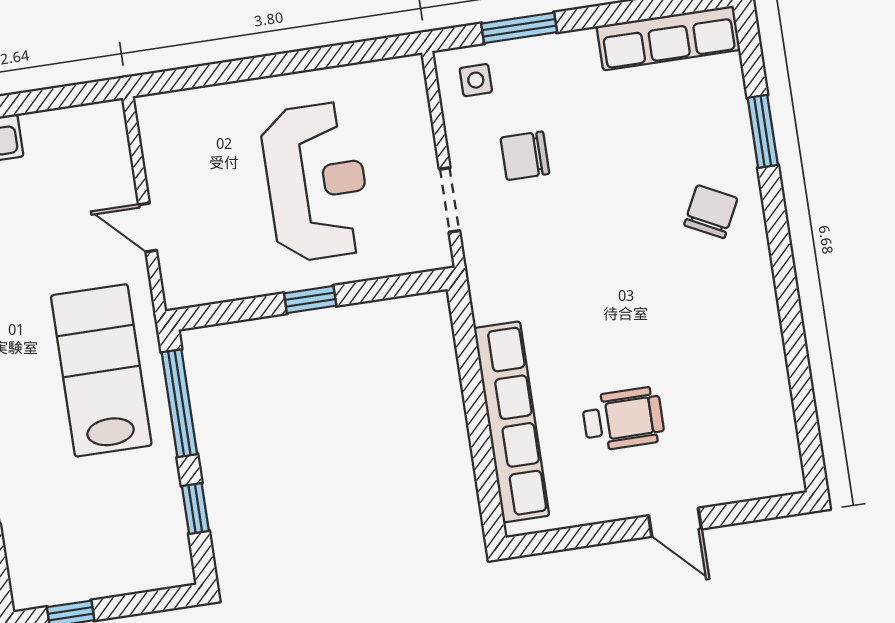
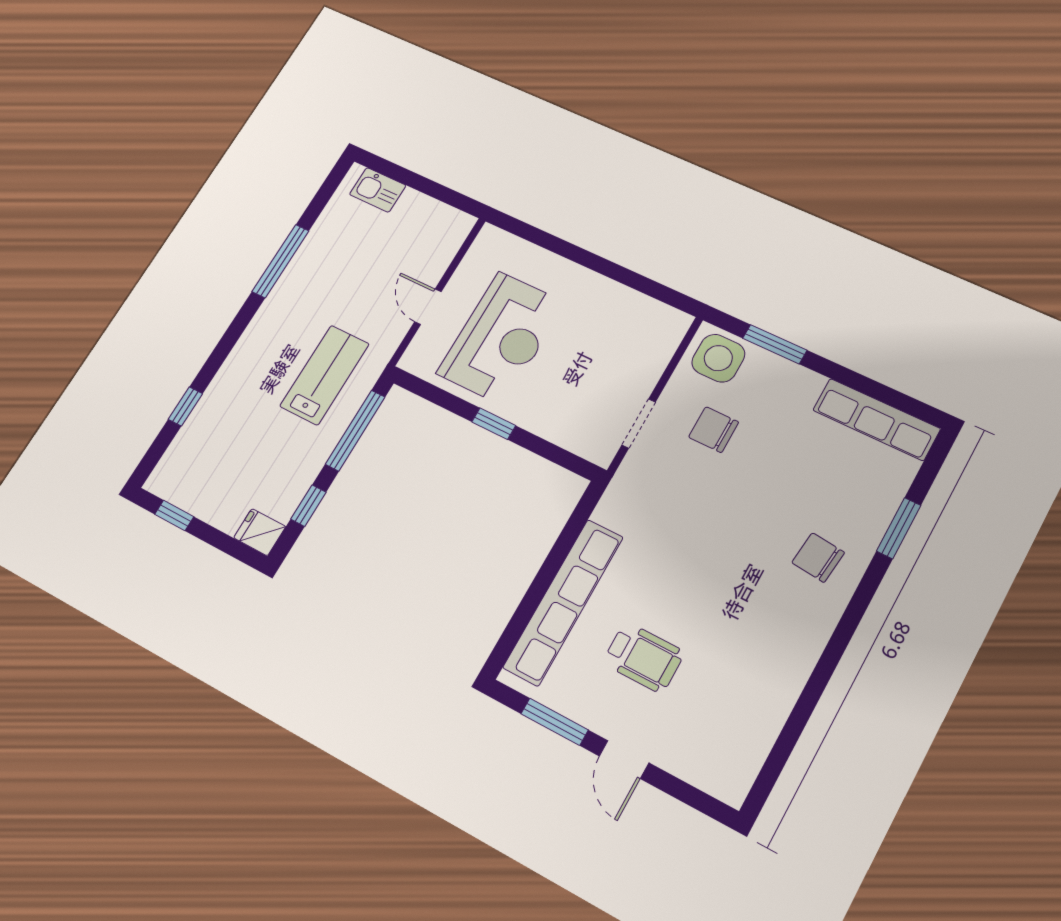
side table: (476, 80) -> (718, 358), width x1.87, depth x1.87
reception desk: (316, 182) -> (501, 338), moved
chair: (711, 212) -> (818, 558), turned -111
lab bench: (101, 370) -> (325, 375), width x0.73, depth x0.72
window: (588, 535) -> (555, 722), added
fridge: (169, 568) -> (260, 532), added

